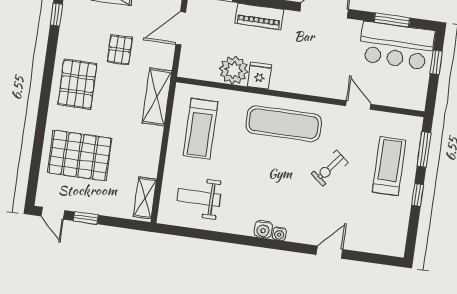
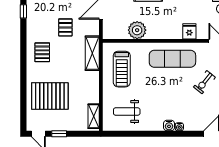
fridge: (260, 76) -> (189, 31), moved
pallet: (77, 84) -> (42, 52), width x0.67, depth x0.71

